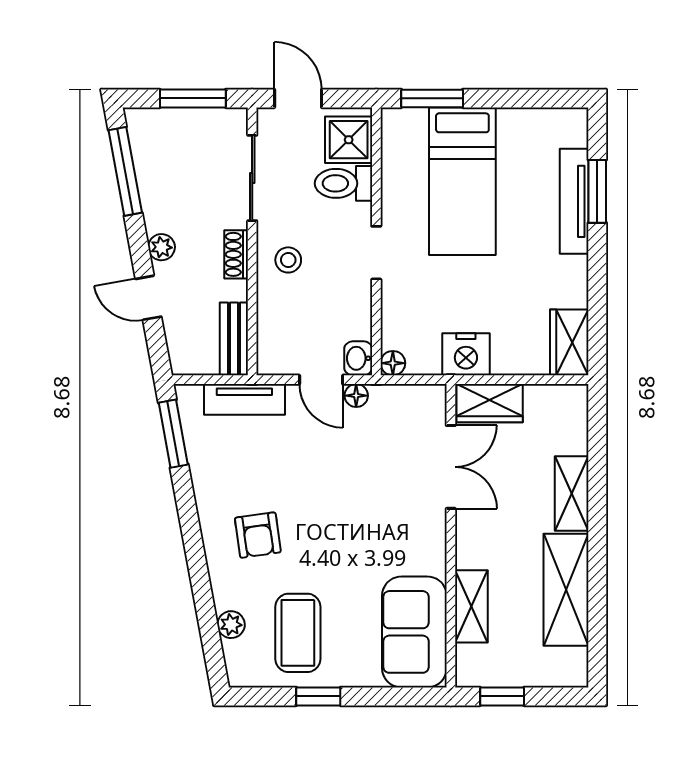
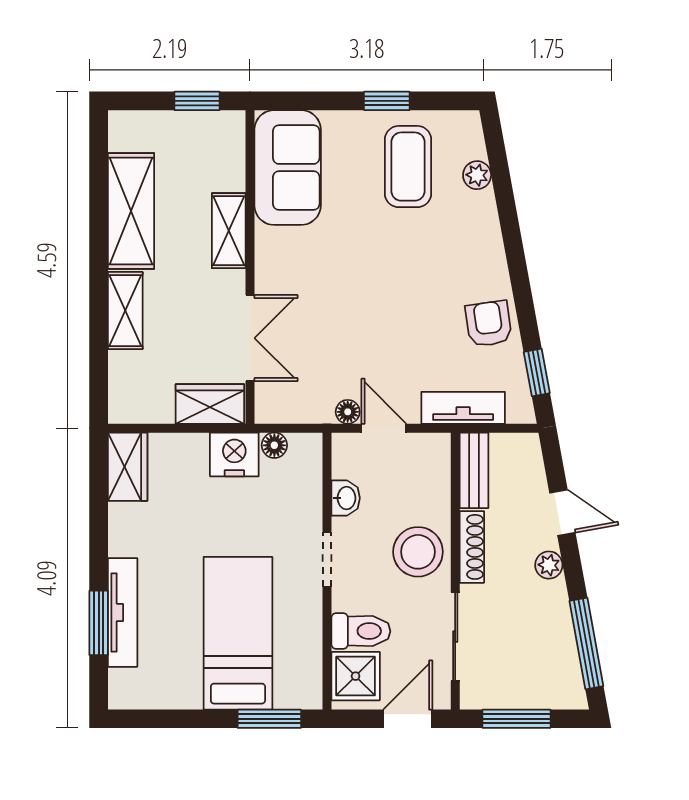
door: (298, 98) -> (408, 719), swing flipped
shoe rack: (236, 254) -> (472, 547), width x1.43
stool: (288, 260) -> (418, 552), width x1.89, depth x1.89
washbasin: (358, 358) -> (346, 498), moved
floor lamp: (393, 363) -> (274, 445), moved
window: (173, 434) -> (537, 372), width x0.67
double door: (451, 467) -> (250, 338), swing flipped
armchair: (258, 535) -> (489, 324), moved
shelving: (471, 606) -> (229, 231), moved

